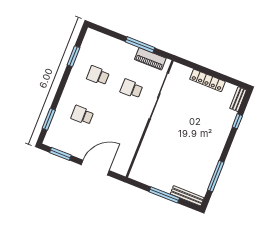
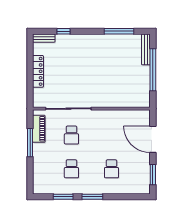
window: (49, 119) -> (92, 197), moved
window: (164, 195) -> (153, 70), width x1.46

